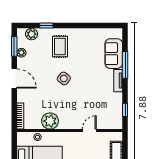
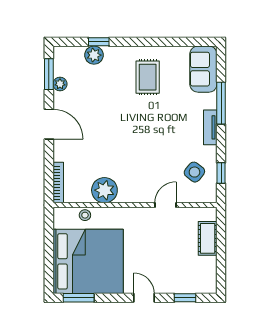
plant: (32, 34) -> (94, 55), moved
rug: (60, 46) -> (148, 77), moved
sofa: (114, 54) -> (203, 69), moved
side table: (64, 78) -> (194, 172), moved

